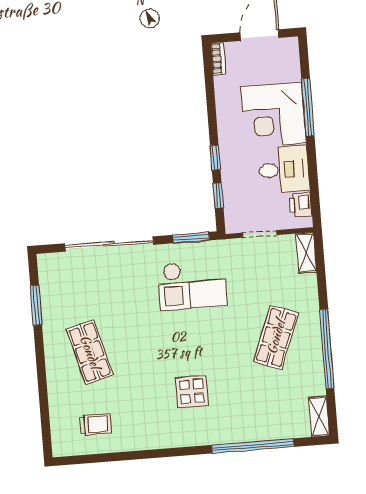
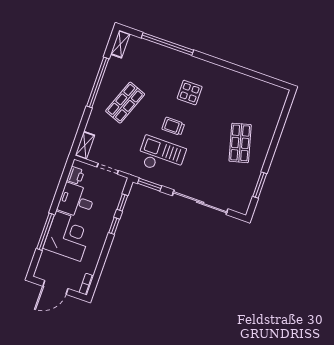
trolley: (96, 425) -> (173, 126), moved

